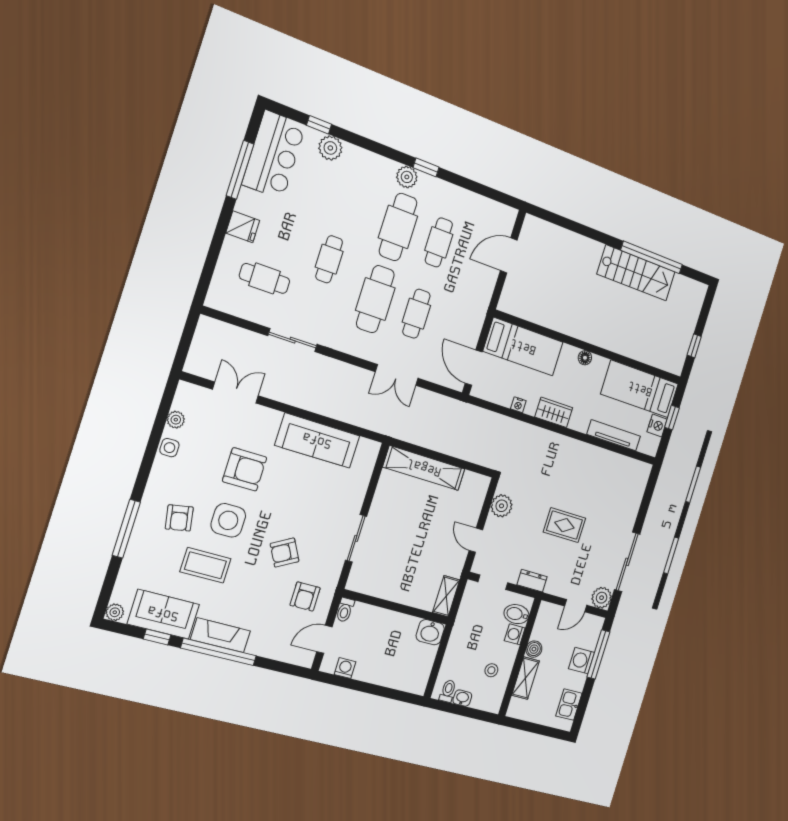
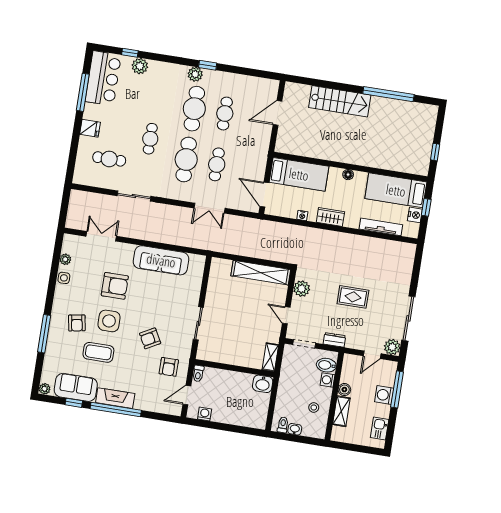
stairs: (636, 273) -> (340, 101), moved
shelving: (424, 468) -> (261, 273), moved

